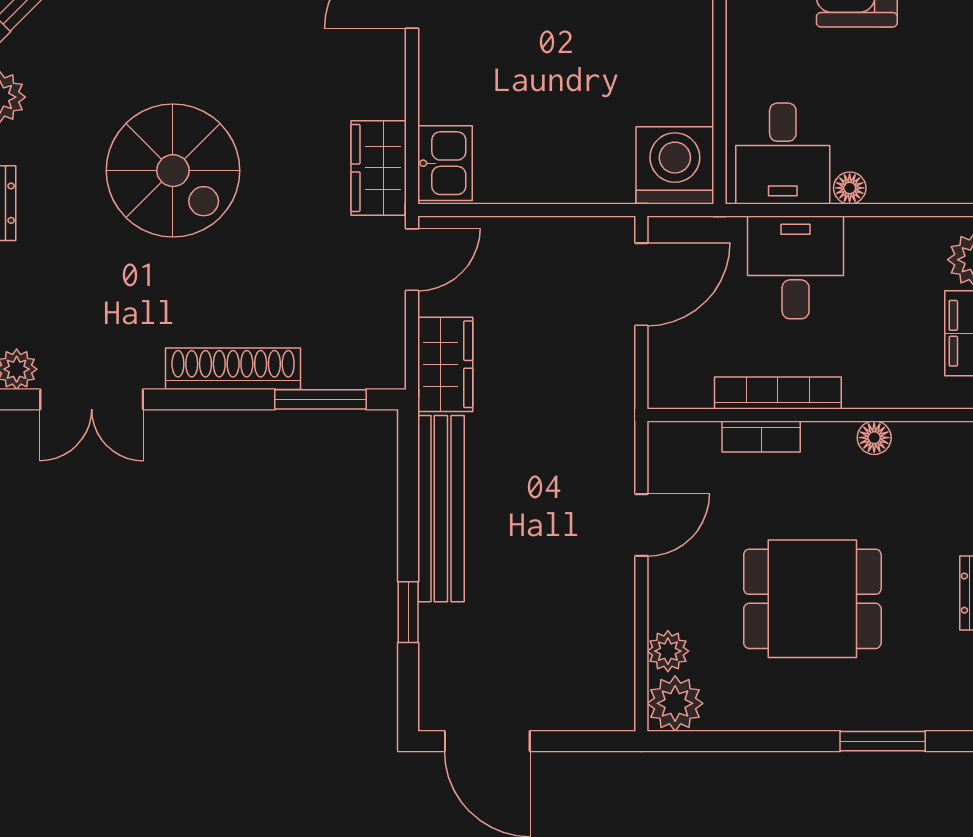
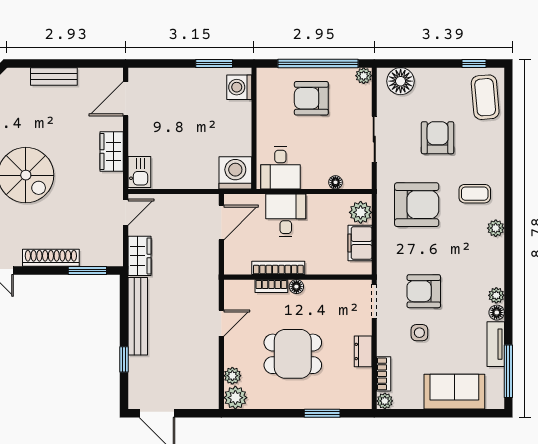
wardrobe: (379, 168) -> (112, 152), moved
floor lamp: (850, 188) -> (335, 182), moved
floor lamp: (874, 438) -> (296, 287), moved

